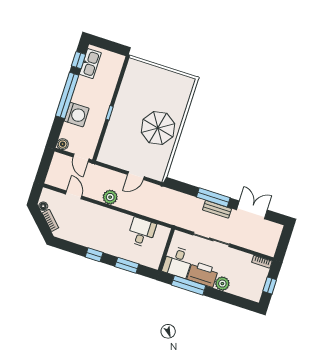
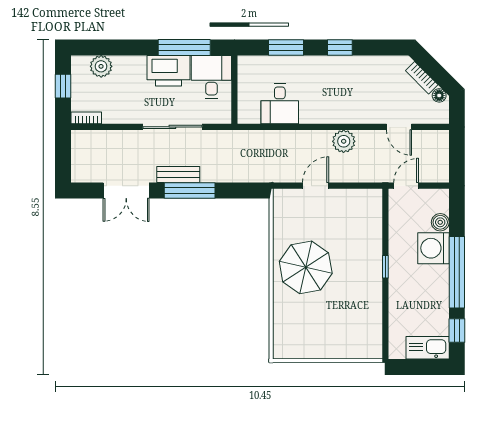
kitchen sink: (90, 64) -> (428, 348), moved, turned 90
boiler: (63, 144) -> (440, 222), moved
door: (81, 158) -> (406, 186), hinge flipped
plant: (222, 284) -> (101, 66), moved

